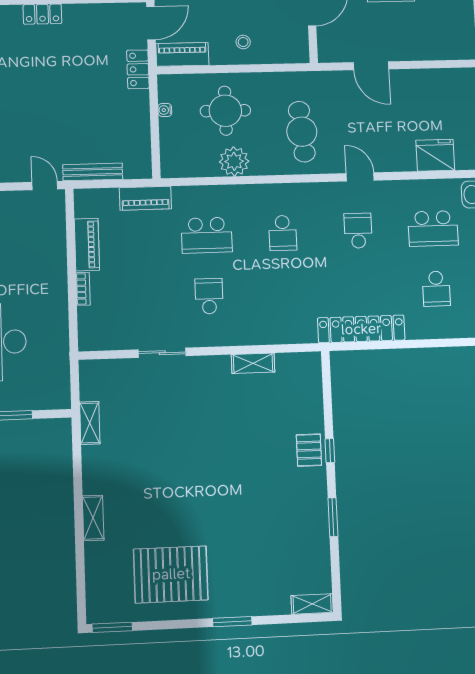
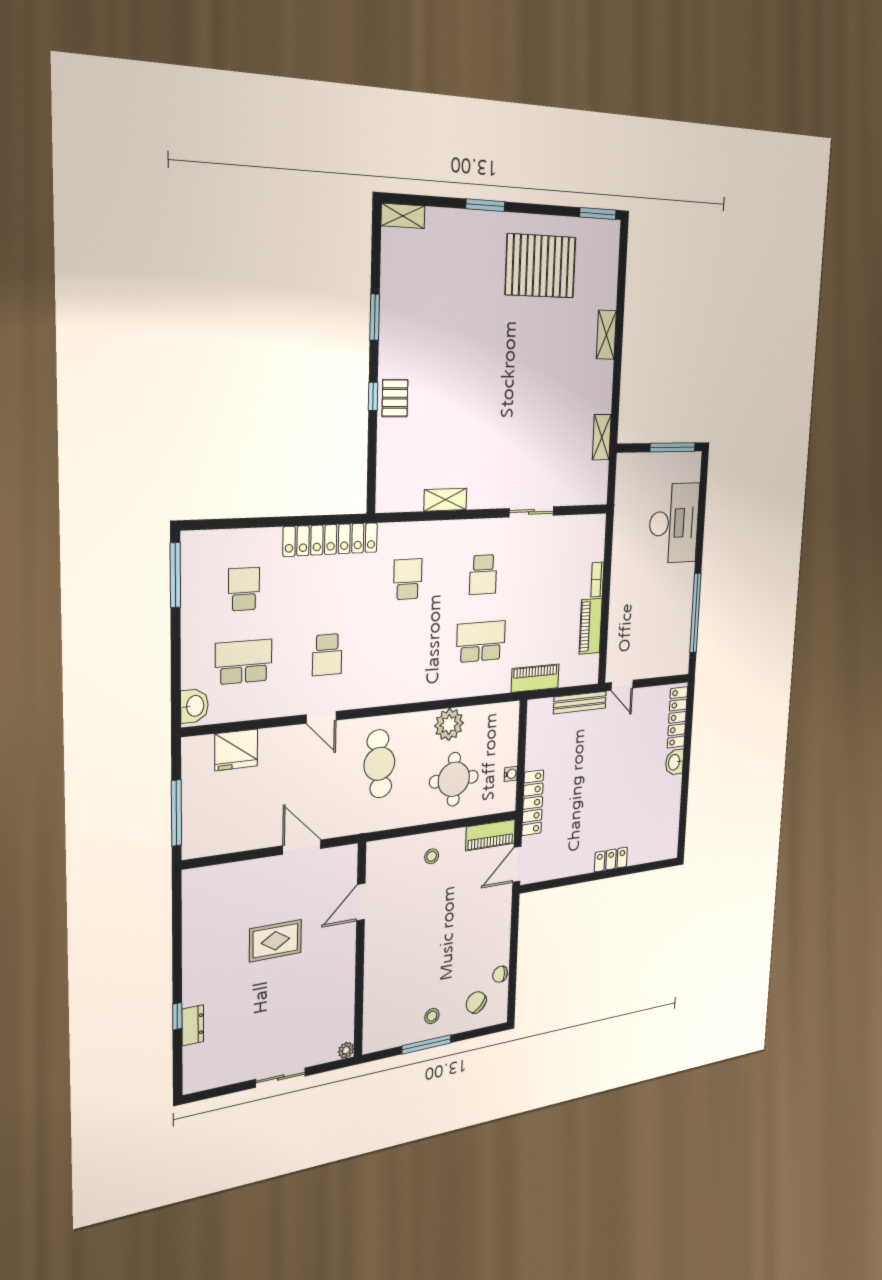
locker: (138, 69) -> (533, 803), width x1.53
school desk: (283, 233) -> (408, 579), moved

